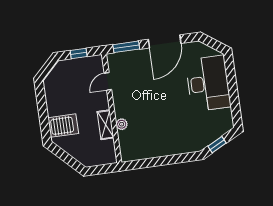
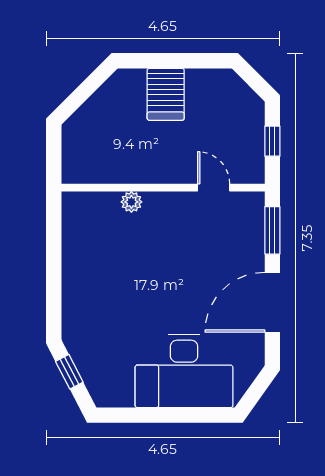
door: (165, 41) -> (272, 302), hinge flipped
shelving: (105, 125) -> (135, 172), removed
server rack: (63, 126) -> (166, 94), moved

